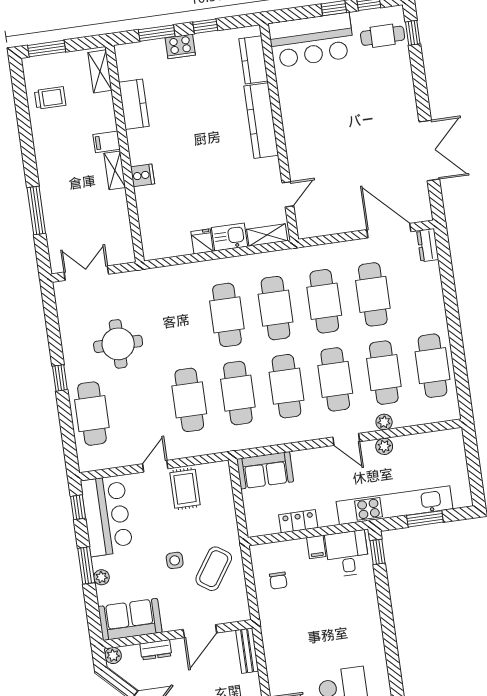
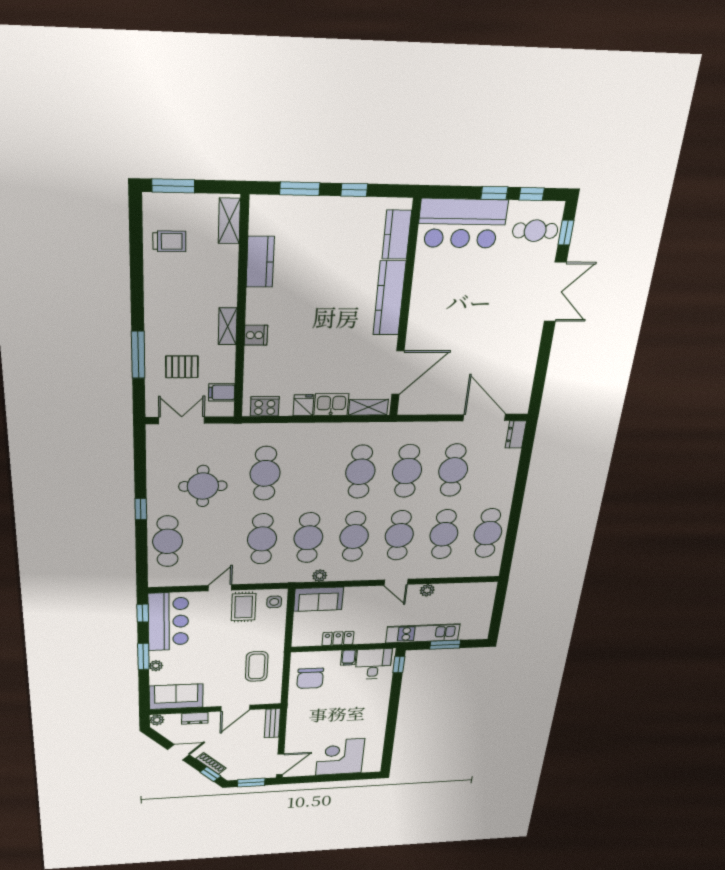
cooker: (180, 46) -> (265, 406), moved, turned 180
filing cabinet: (107, 142) -> (222, 392), moved
double door: (429, 150) -> (555, 292), moved
door: (288, 194) -> (398, 373), width x1.87
pallet: (78, 217) -> (182, 367), added
cafe table: (227, 315) -> (265, 473), moved
plant: (384, 422) -> (320, 576), moved
kitchen unit: (395, 505) -> (423, 633), width x0.73
side table: (175, 560) -> (274, 602), moved
coffee table: (214, 569) -> (257, 666), turned -34
chair: (278, 581) -> (310, 678), width x1.87, depth x1.87

